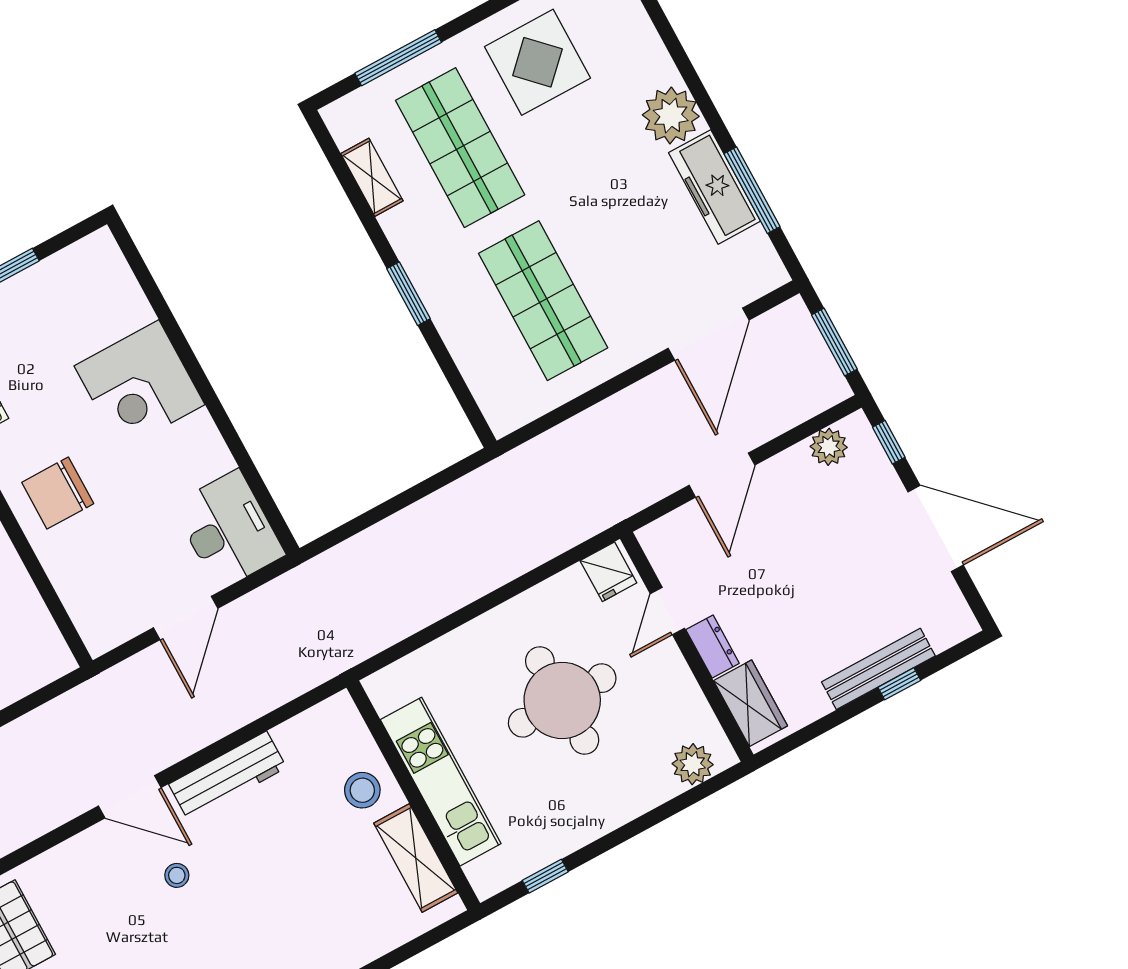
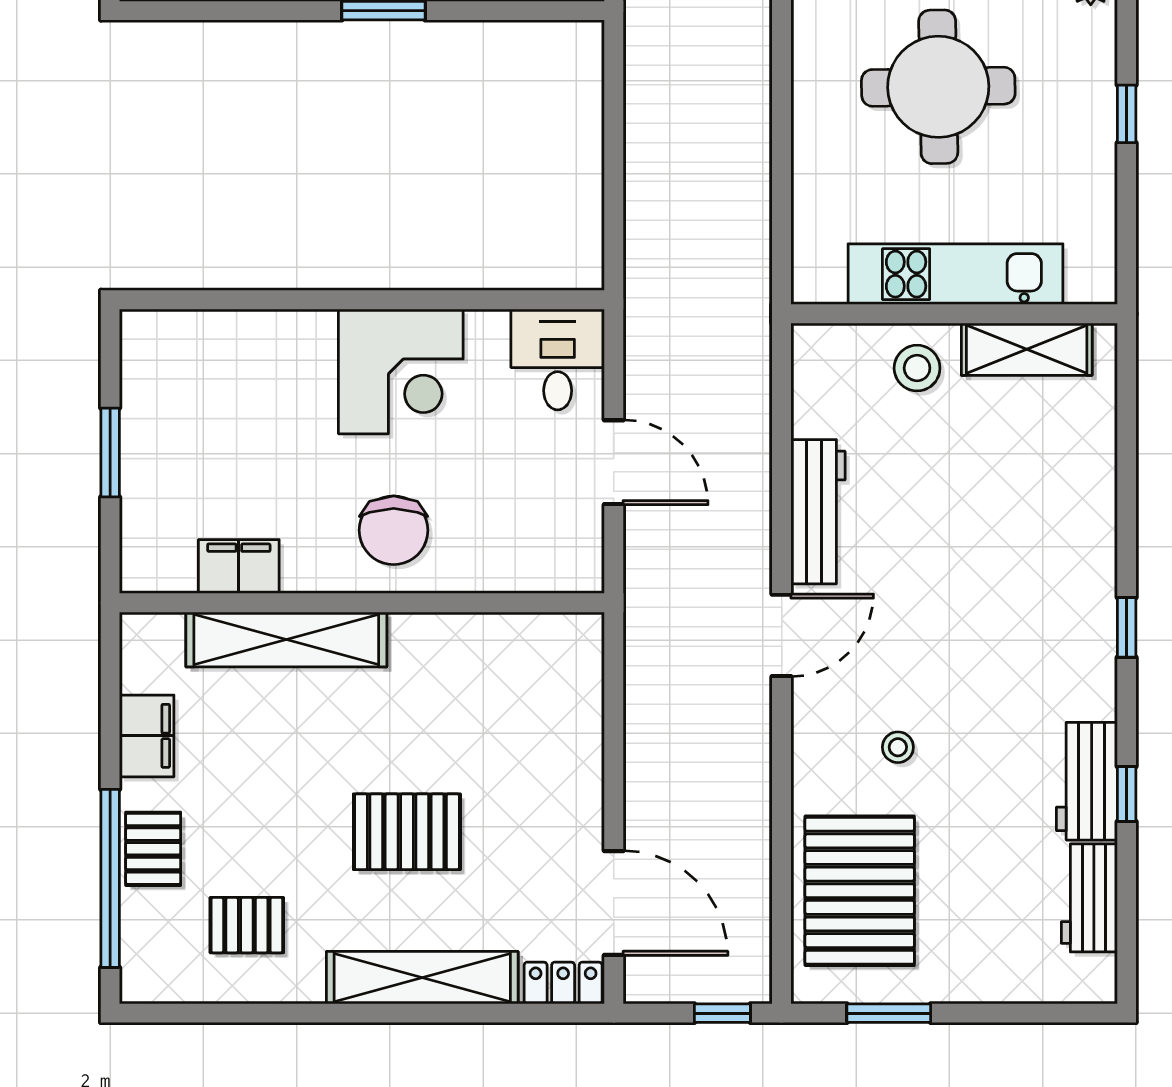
corner desk: (139, 385) -> (401, 371), moved
desk: (229, 530) -> (558, 359), width x0.73
stool: (177, 875) -> (898, 747), moved
window: (545, 876) -> (1127, 114), moved

